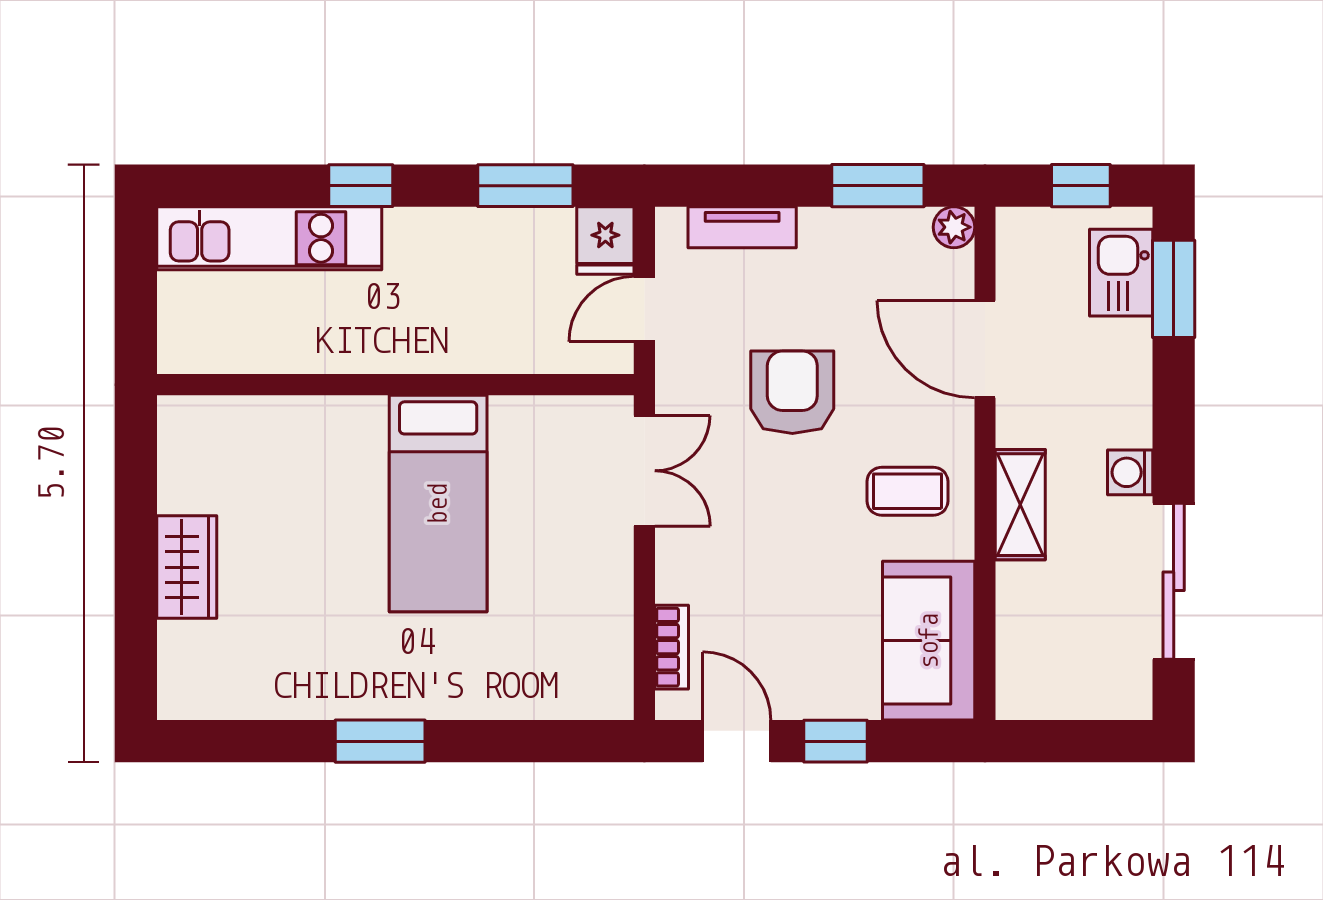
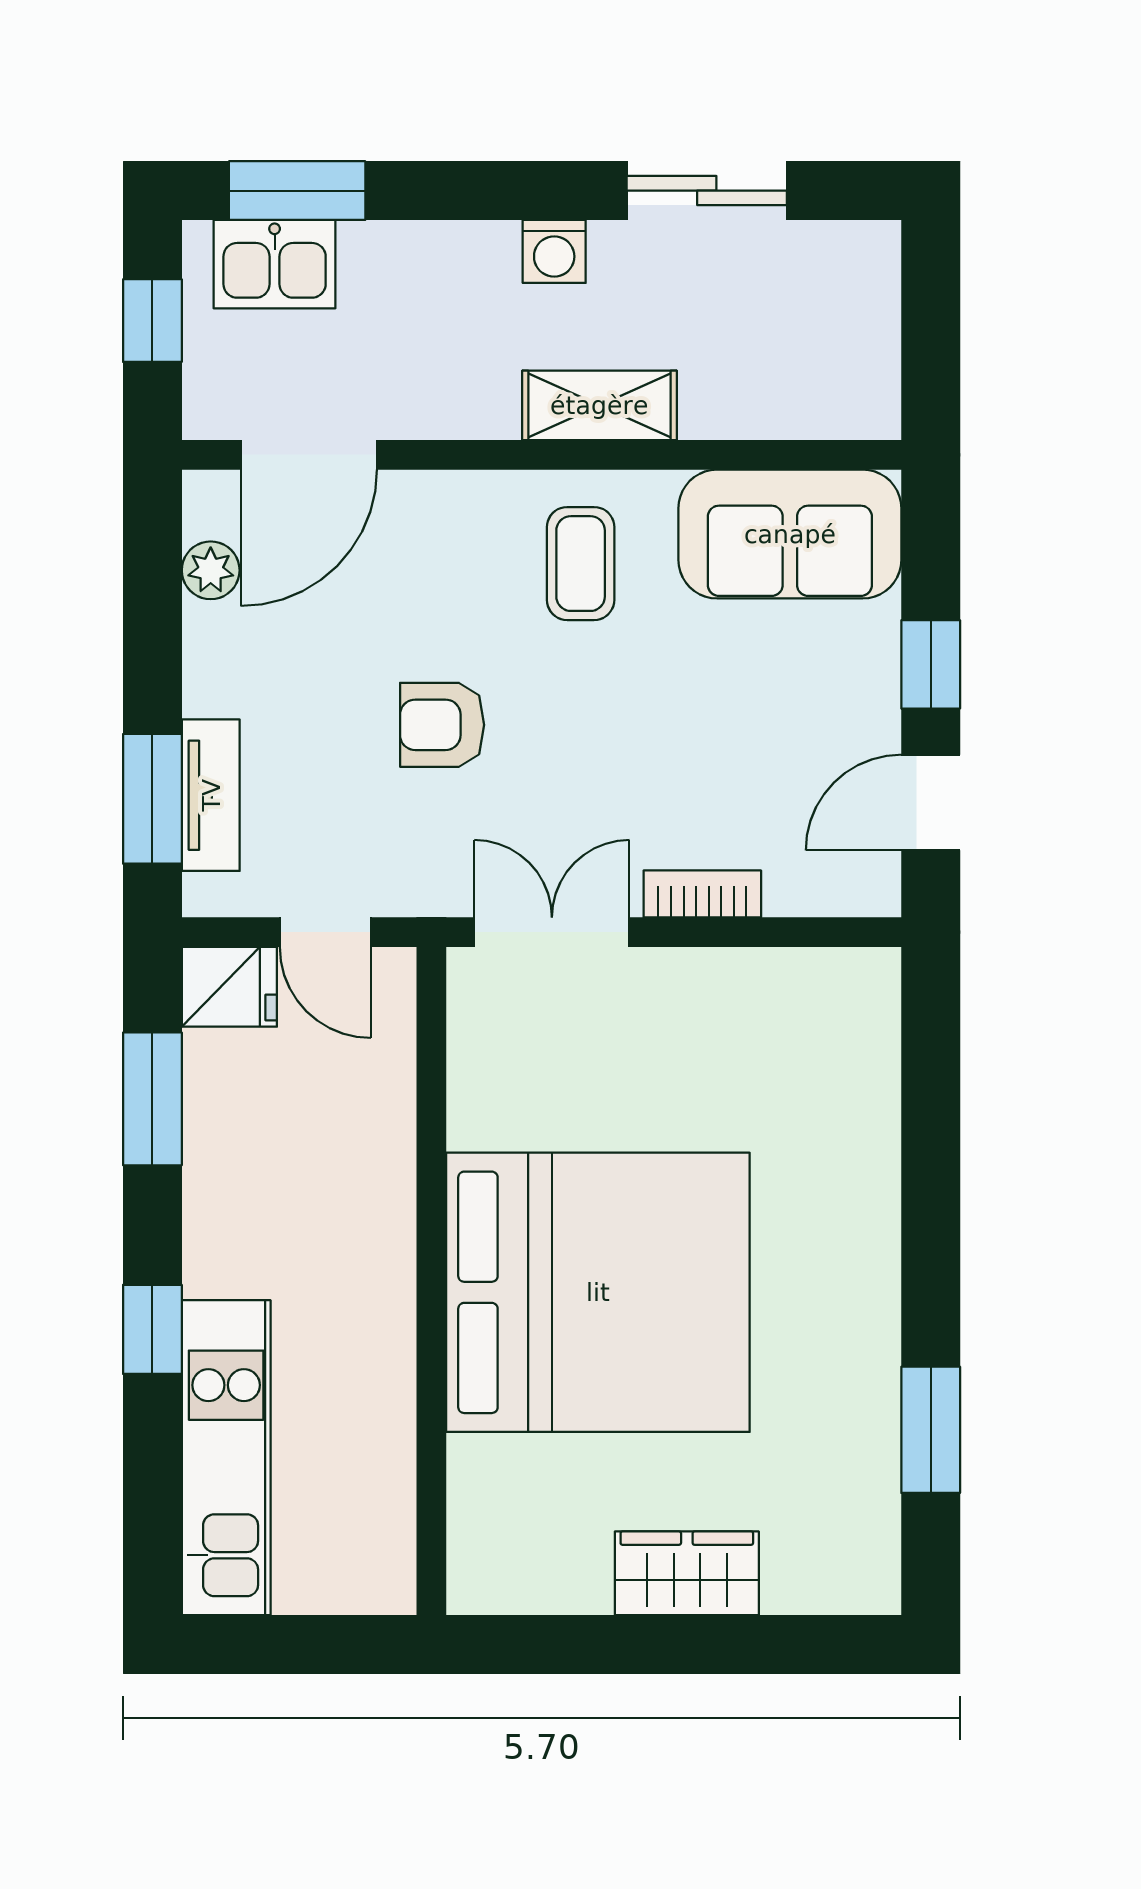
window: (878, 186) -> (152, 799), moved
plant: (954, 227) -> (211, 570), moved
door: (985, 349) -> (309, 455), moved
armchair: (792, 392) -> (442, 725), width x0.72, depth x0.72
bed: (438, 504) -> (598, 1292), width x2.04
sliding door: (1174, 581) -> (707, 191), width x0.73
bookcase: (672, 647) -> (702, 894), moved
window: (380, 741) -> (931, 1430), moved

